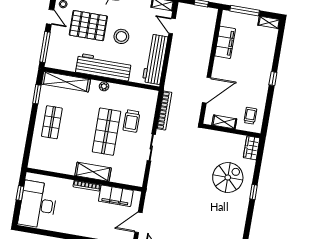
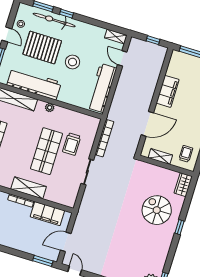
filing cabinet: (225, 42) -> (168, 91), moved
workbench: (103, 67) -> (34, 84), moved
spiral stairs: (228, 178) -> (157, 210), turned -90

